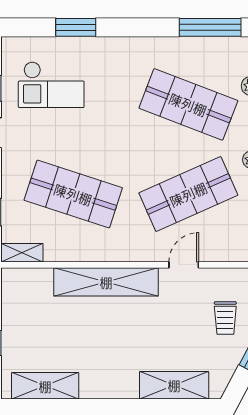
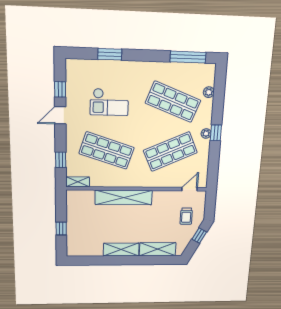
checkout: (51, 85) -> (109, 102), moved
door: (184, 265) -> (190, 189), moved
shelving: (45, 386) -> (121, 250), moved

